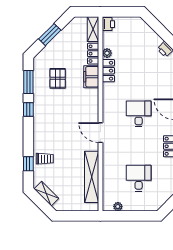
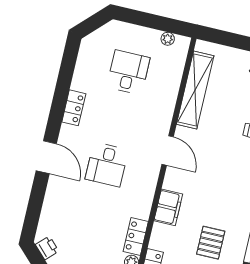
filing cabinet: (91, 77) -> (168, 207), moved
desk: (139, 178) -> (128, 72), turned 180

